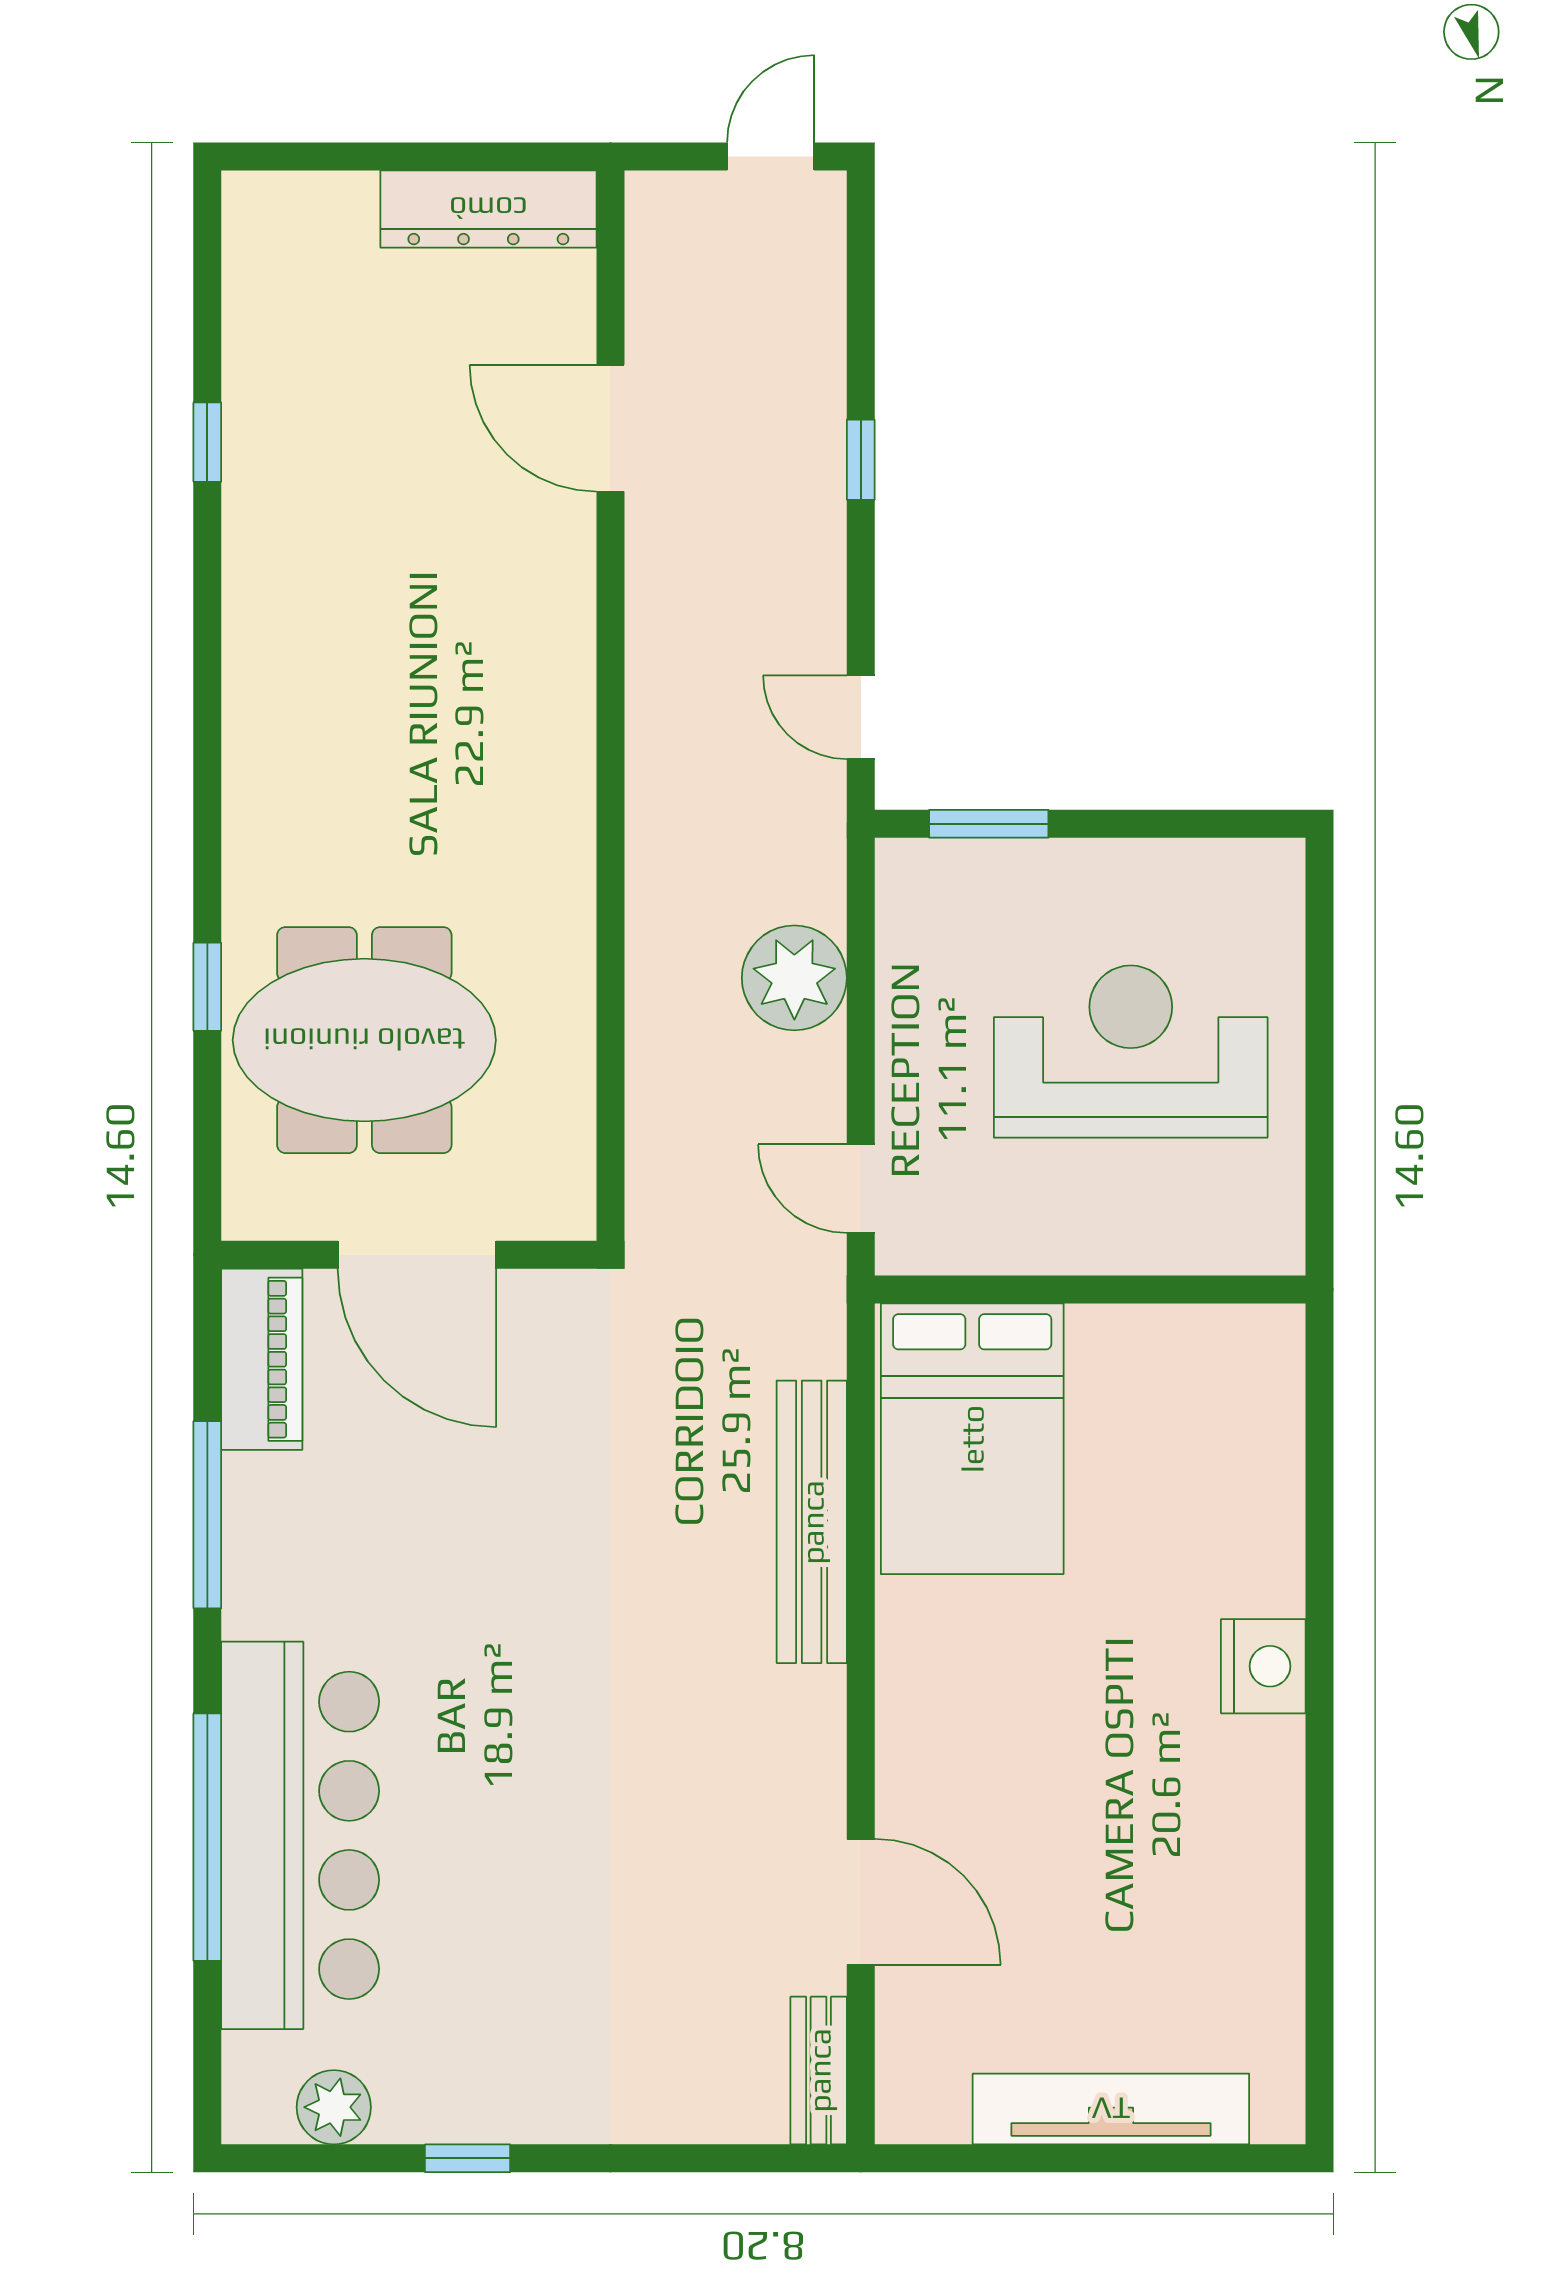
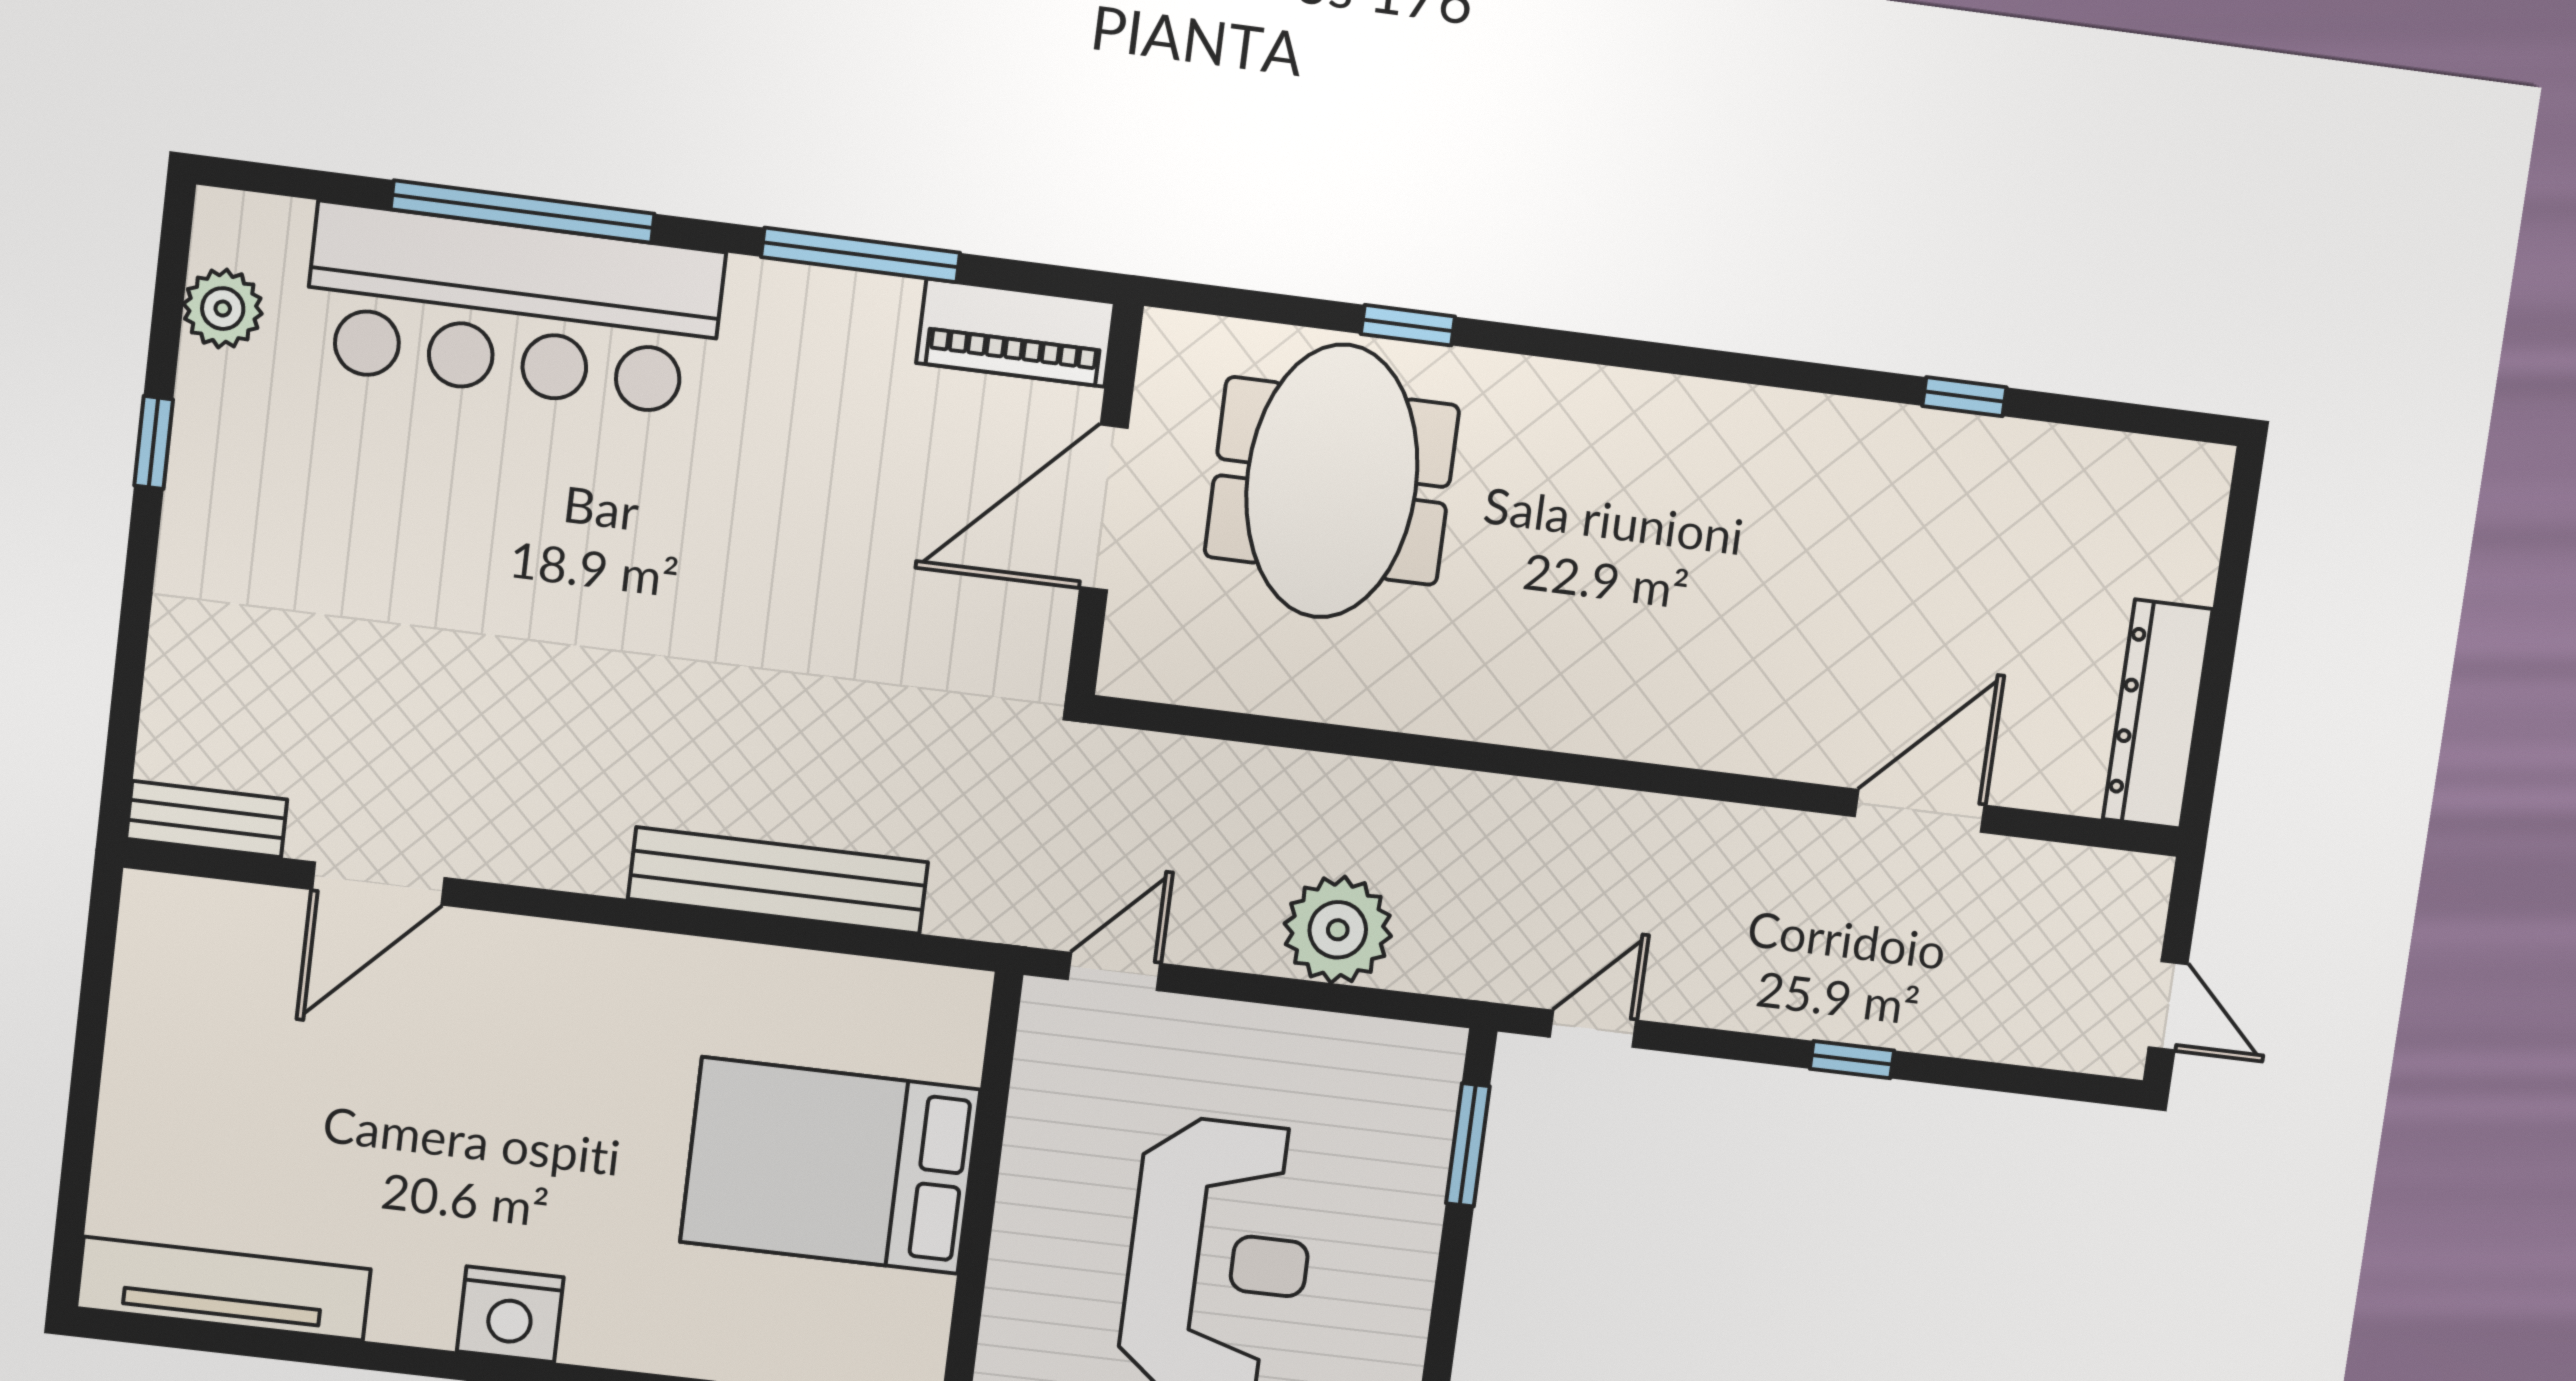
bed: (972, 1439) -> (830, 1166), moved
nightstand: (1263, 1666) -> (510, 1314), moved
tv unit: (1111, 2109) -> (224, 1289), moved, turned -90

